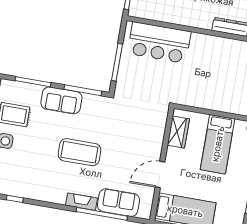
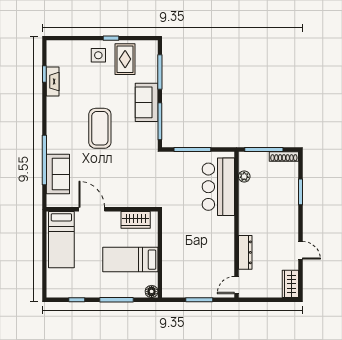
plant: (153, 15) -> (244, 176), added
fireplace: (81, 202) -> (53, 82), moved

